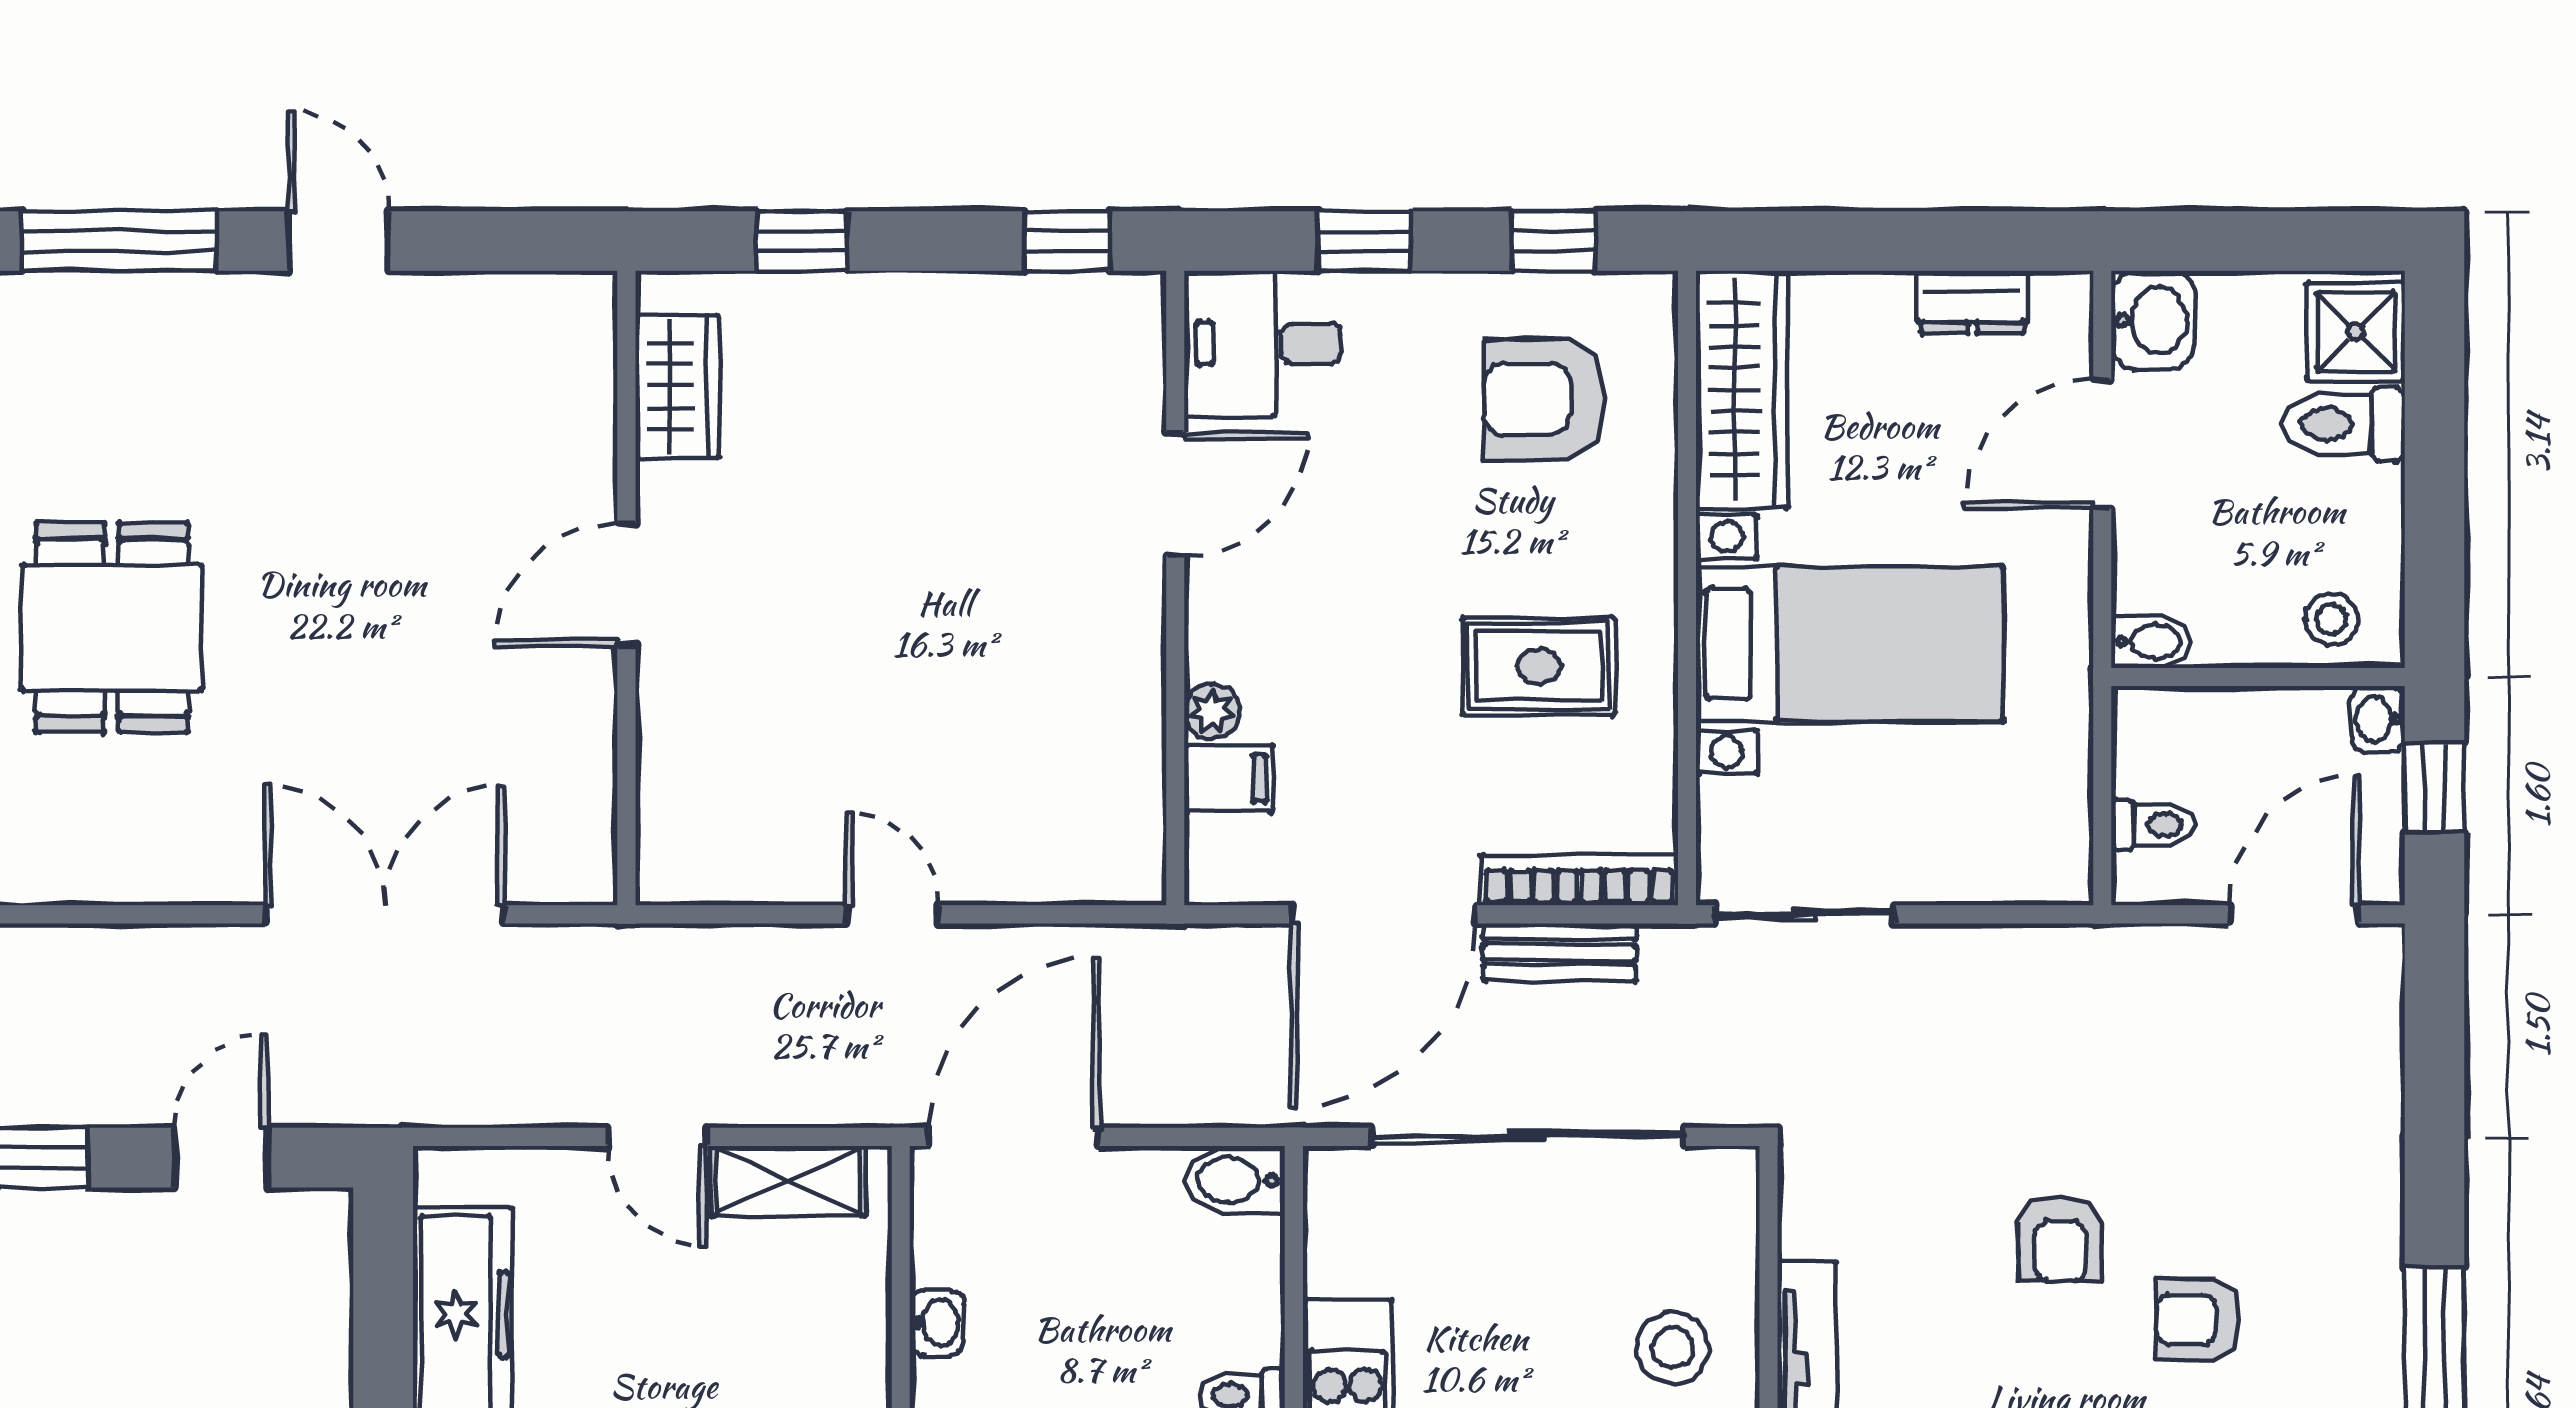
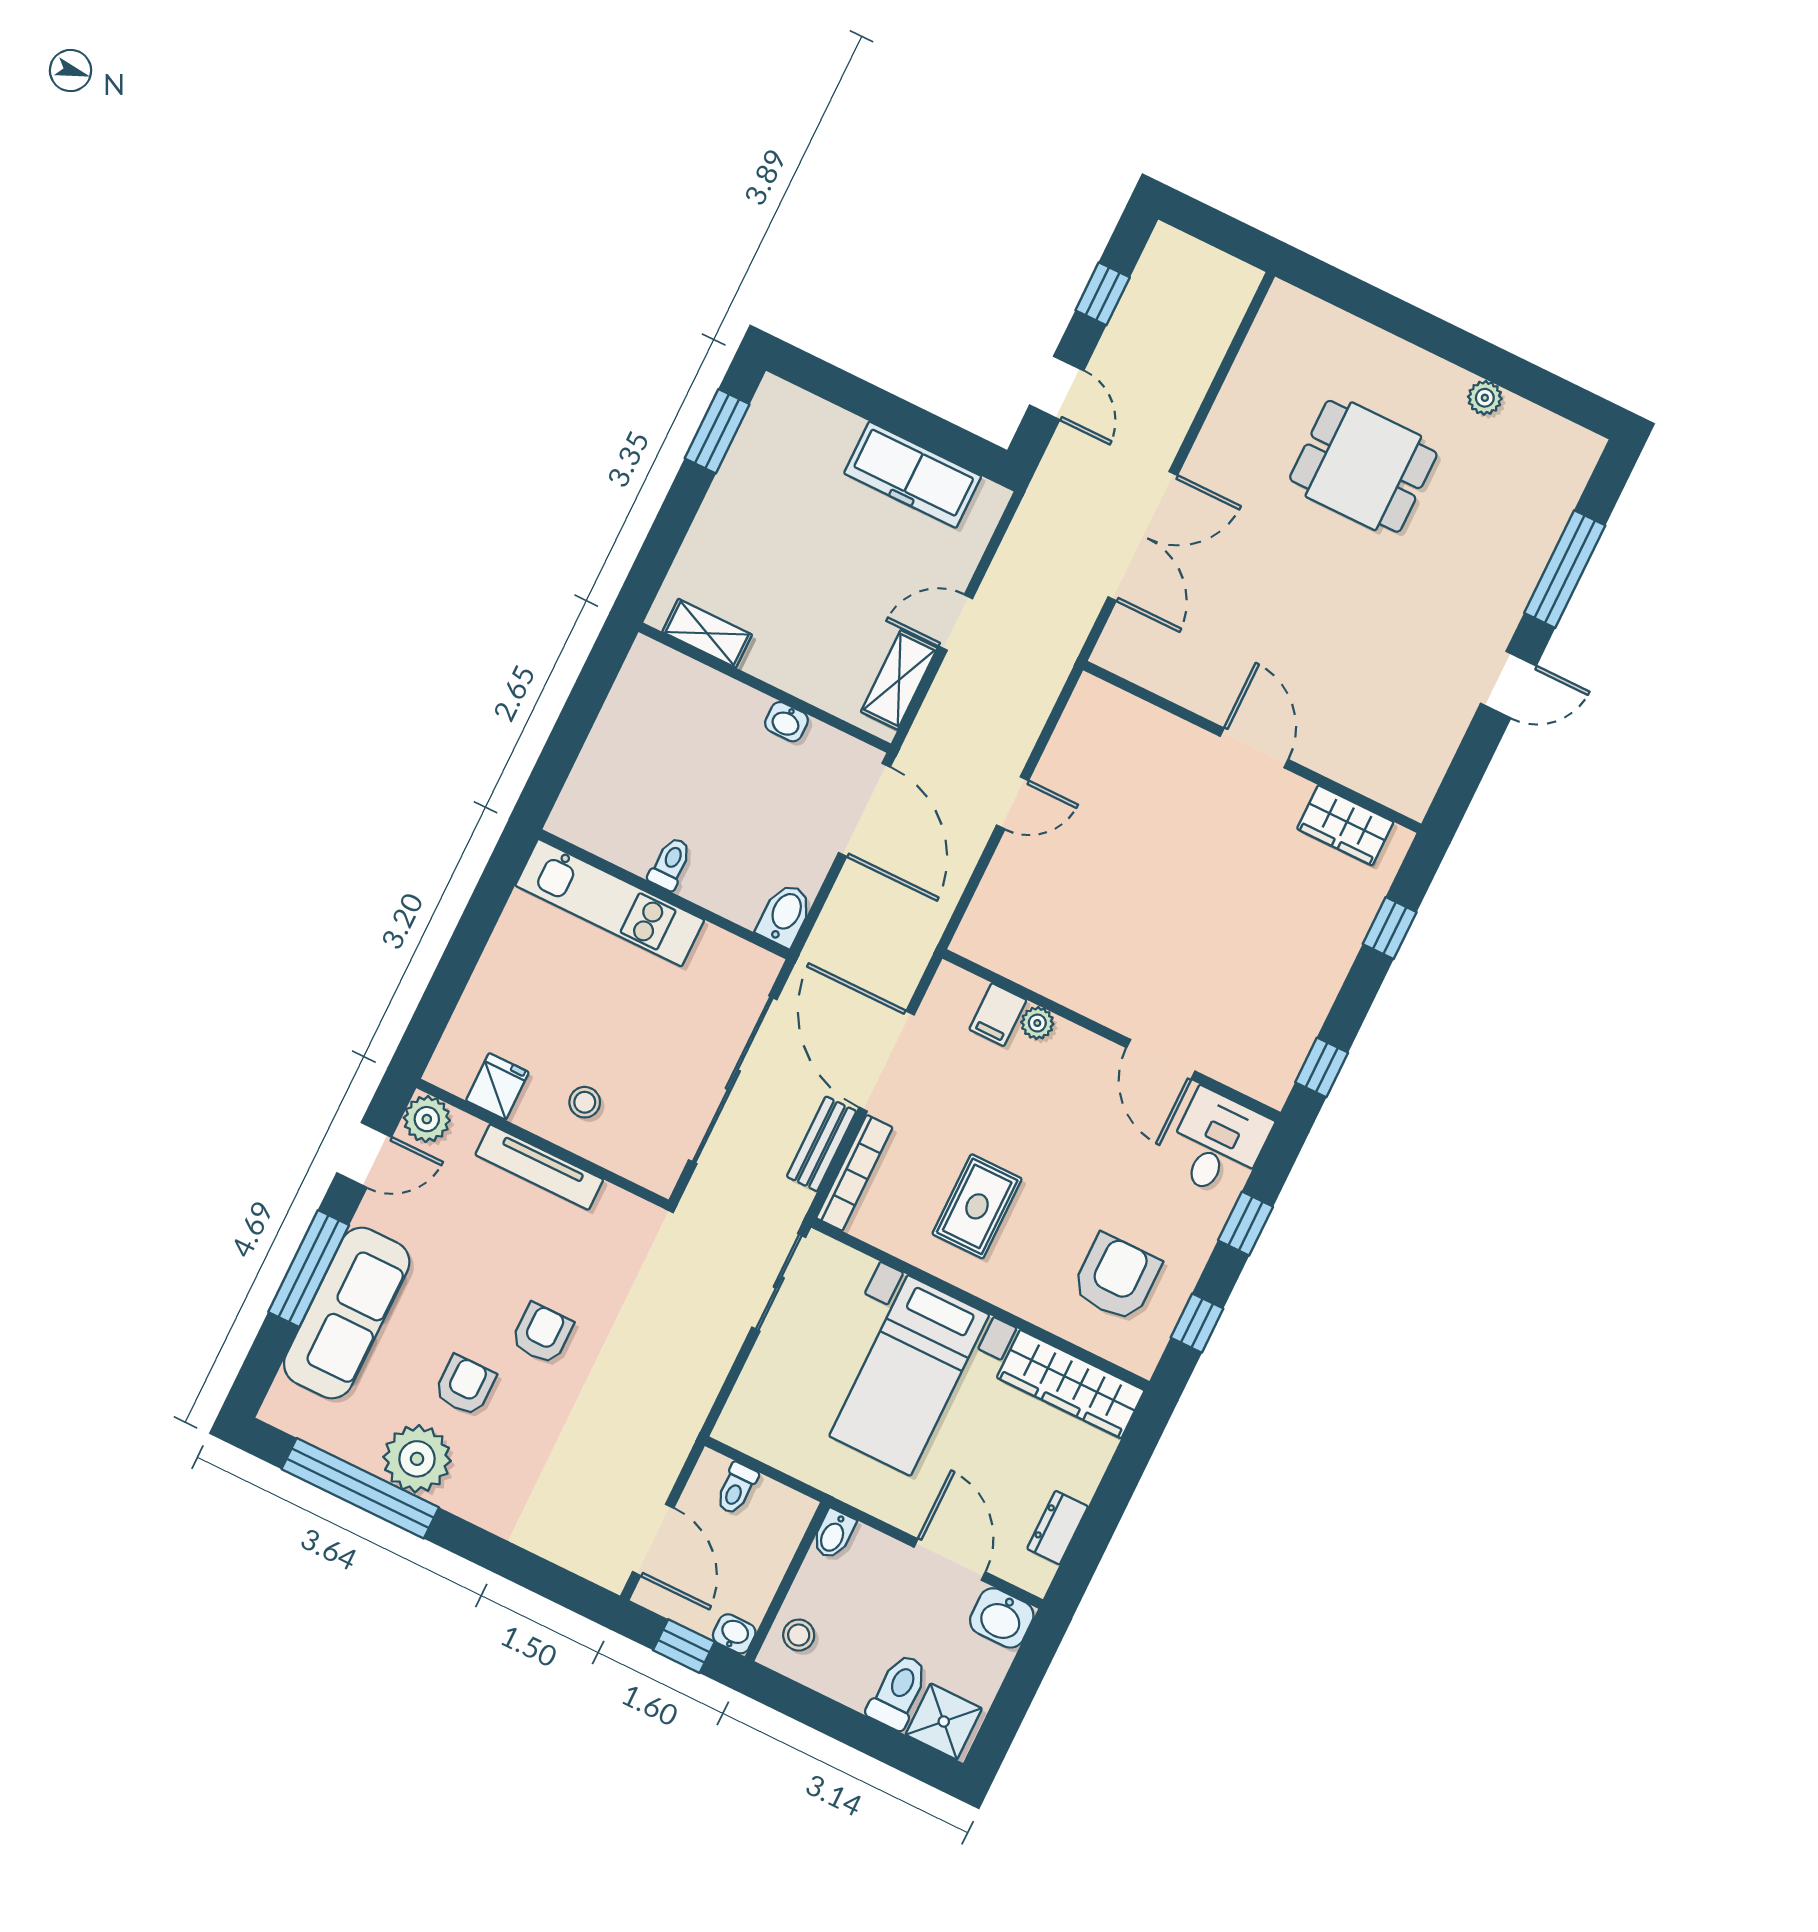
armchair: (2060, 1240) -> (542, 1334), turned 90
plant: (2347, 1338) -> (417, 1459), added
stool: (1673, 1348) -> (585, 1102), width x0.73, depth x0.73

